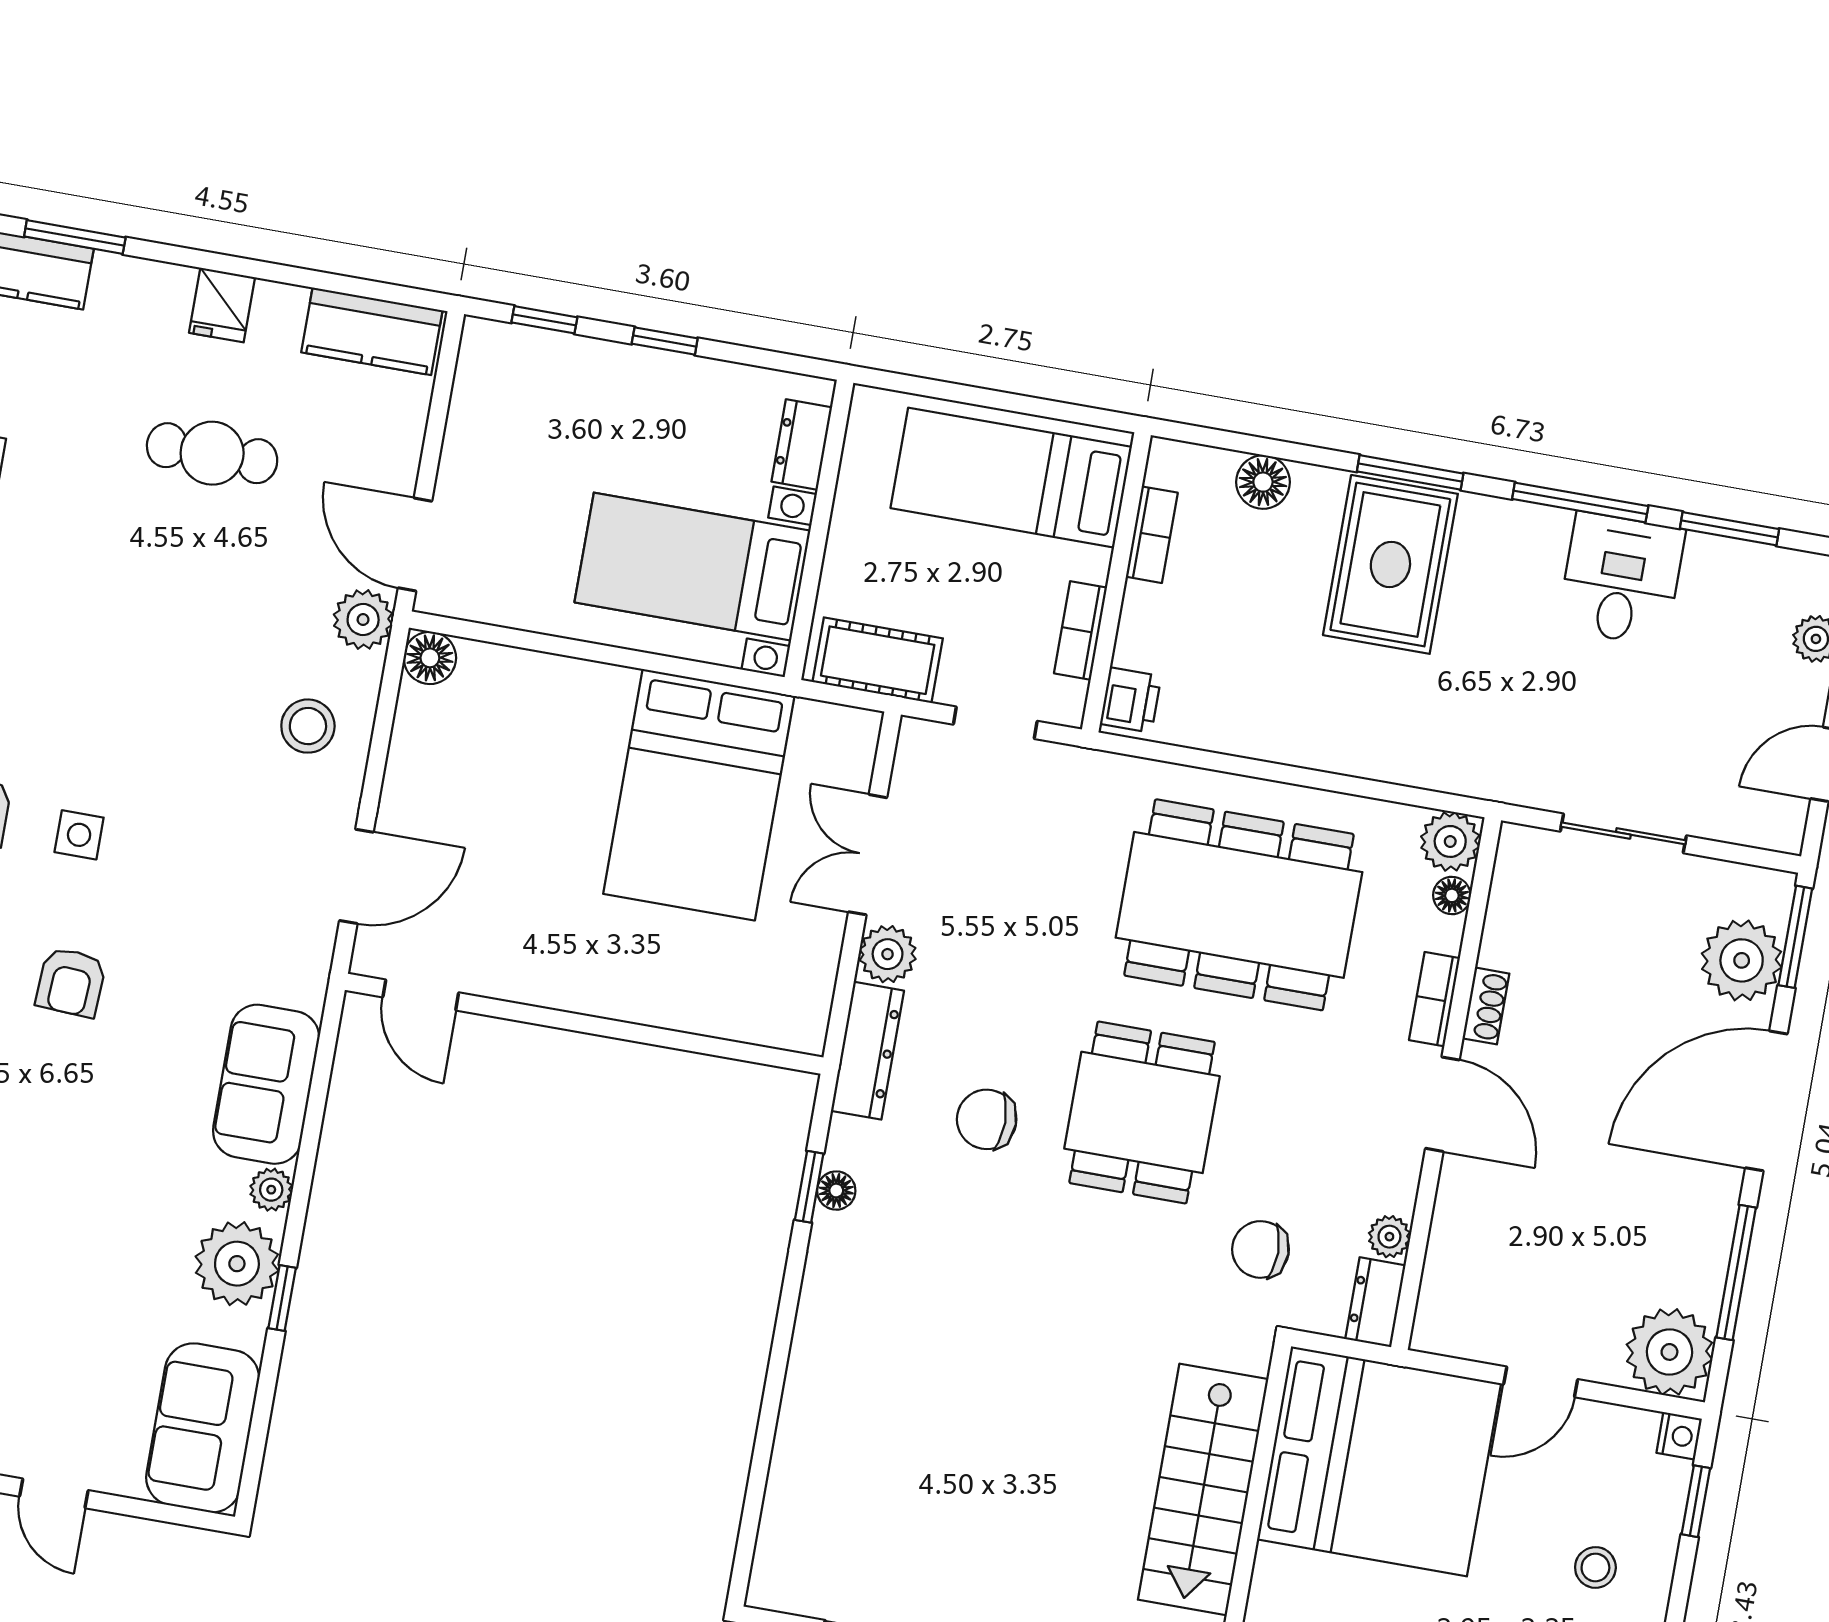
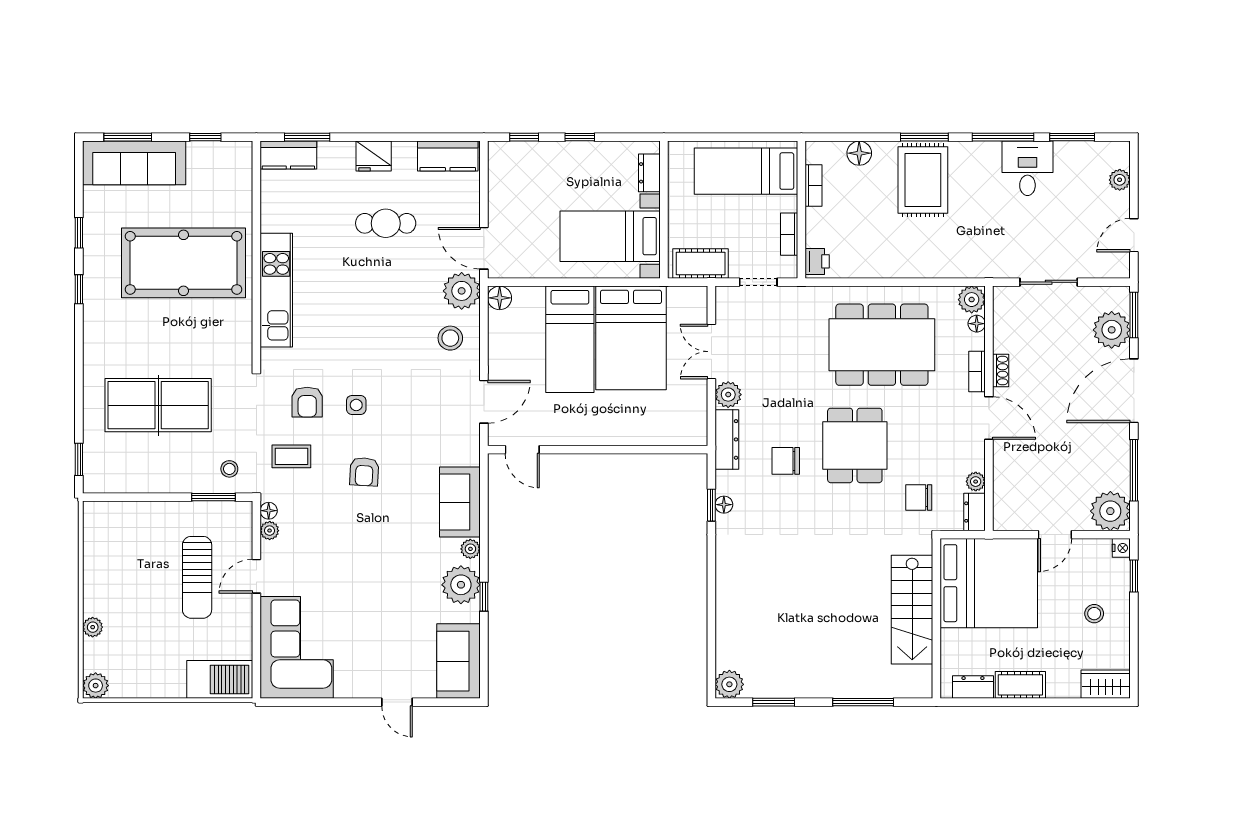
fridge: (222, 305) -> (374, 156), width x1.38
plant: (363, 620) -> (462, 291), width x1.36, depth x1.36
bed: (566, 774) -> (570, 339), added
plant: (780, 1581) -> (729, 684), added

